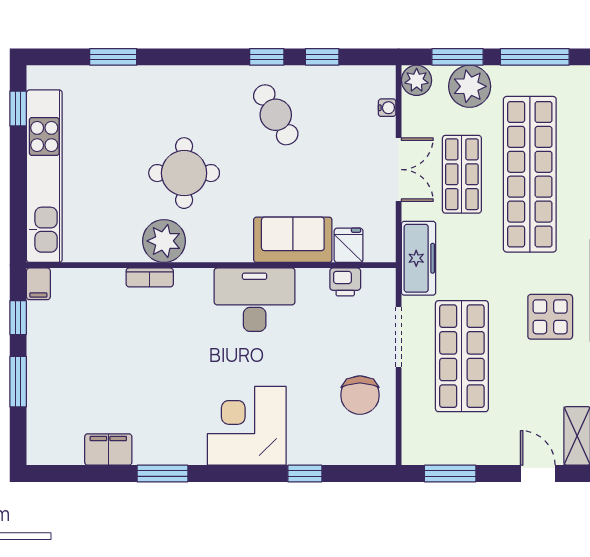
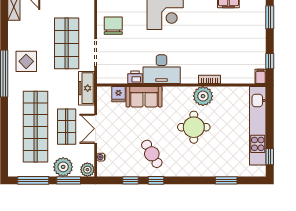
printer: (345, 282) -> (135, 77), moved
window: (18, 382) -> (270, 17), moved

